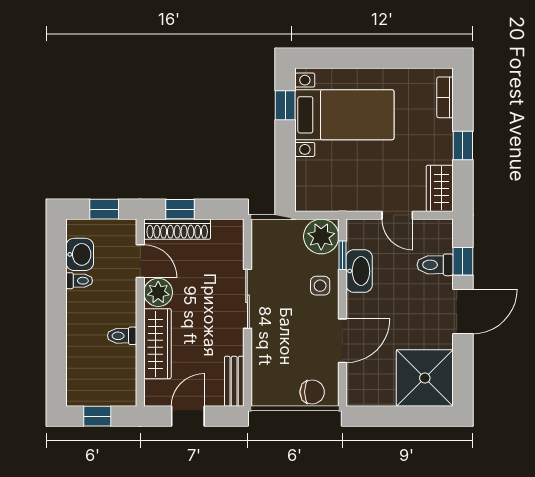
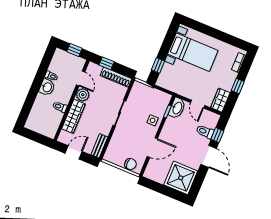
window: (285, 105) -> (158, 65), moved
shoe rack: (177, 229) -> (116, 77), moved
plant: (321, 236) -> (162, 100), removed
washbasin: (80, 254) -> (47, 87), moved
washbasin: (359, 271) -> (177, 108), moved
door: (463, 312) -> (209, 156), hinge flipped
window: (97, 416) -> (35, 137), removed

